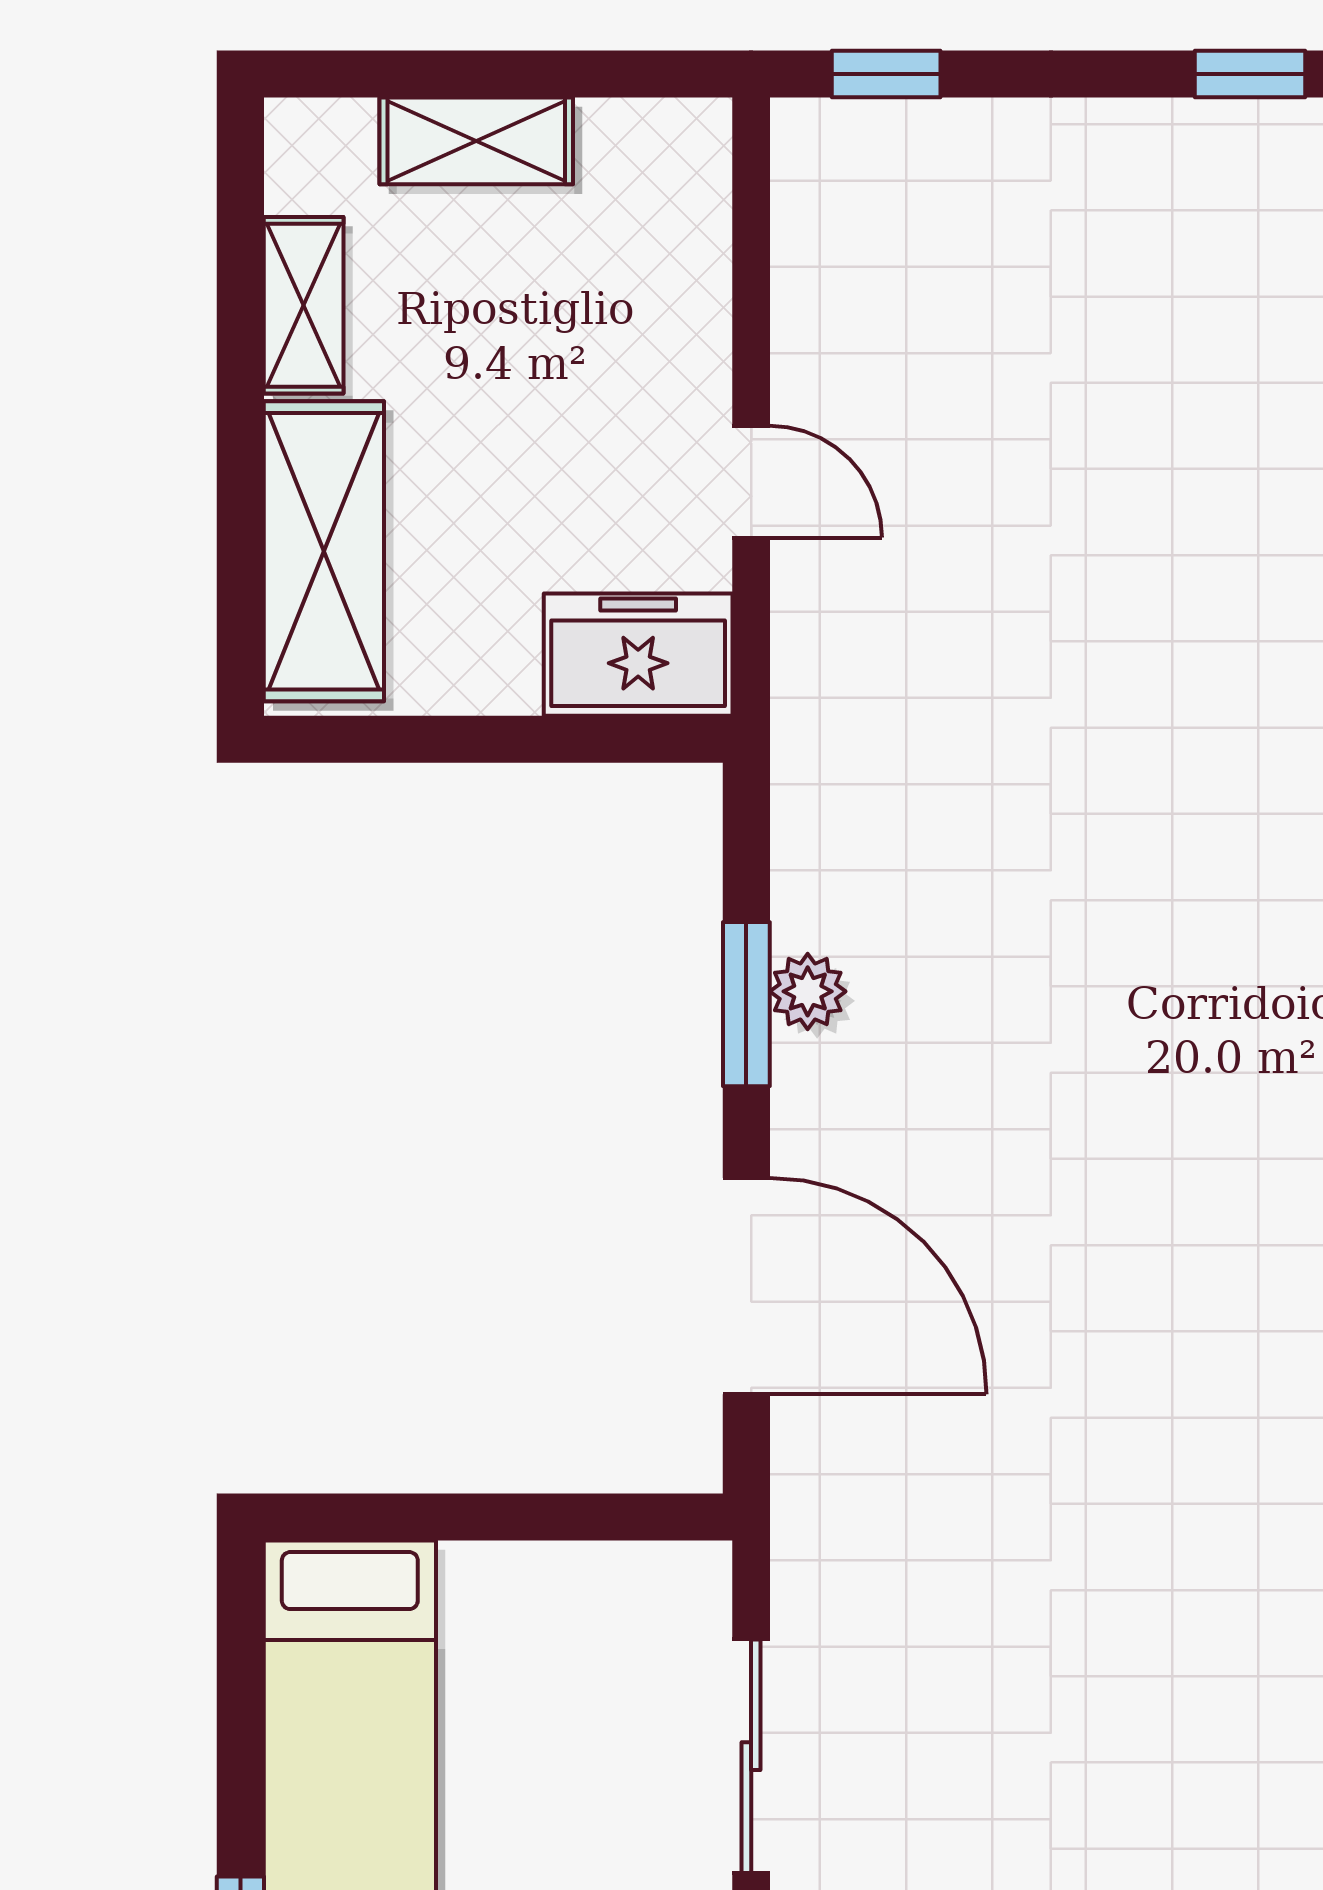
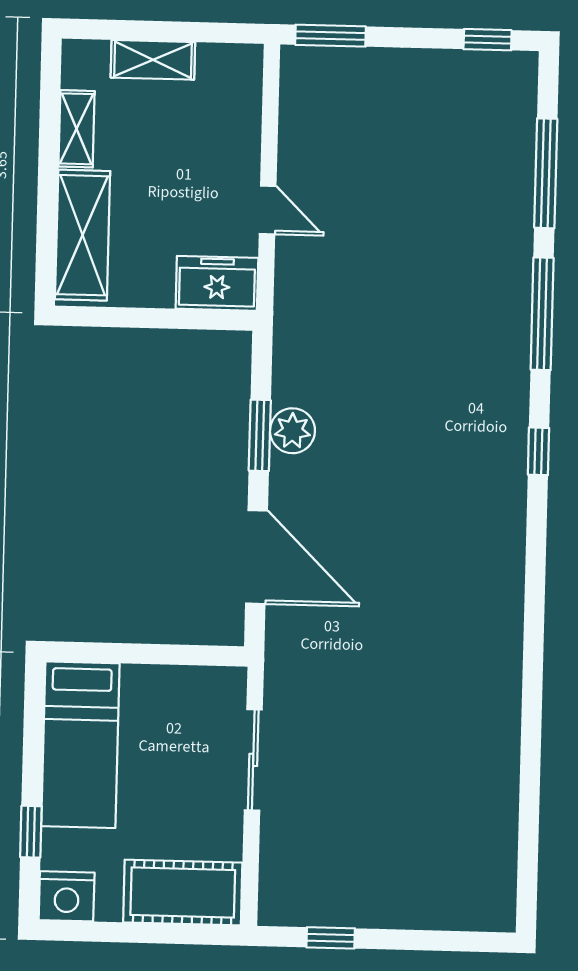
window: (886, 74) -> (331, 36), width x1.50
plant: (808, 991) -> (292, 431), width x1.38, depth x1.38

